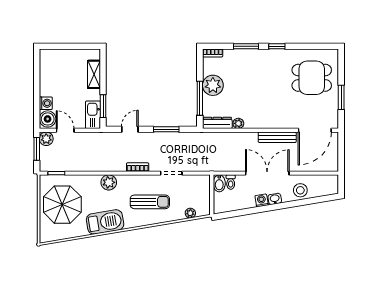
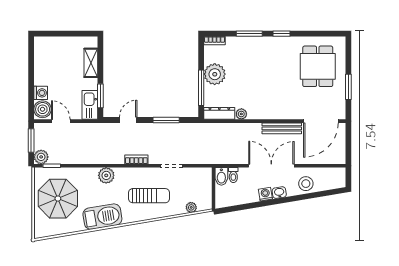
dining table: (312, 78) -> (318, 66), turned 90
plant: (46, 139) -> (41, 157), moved

